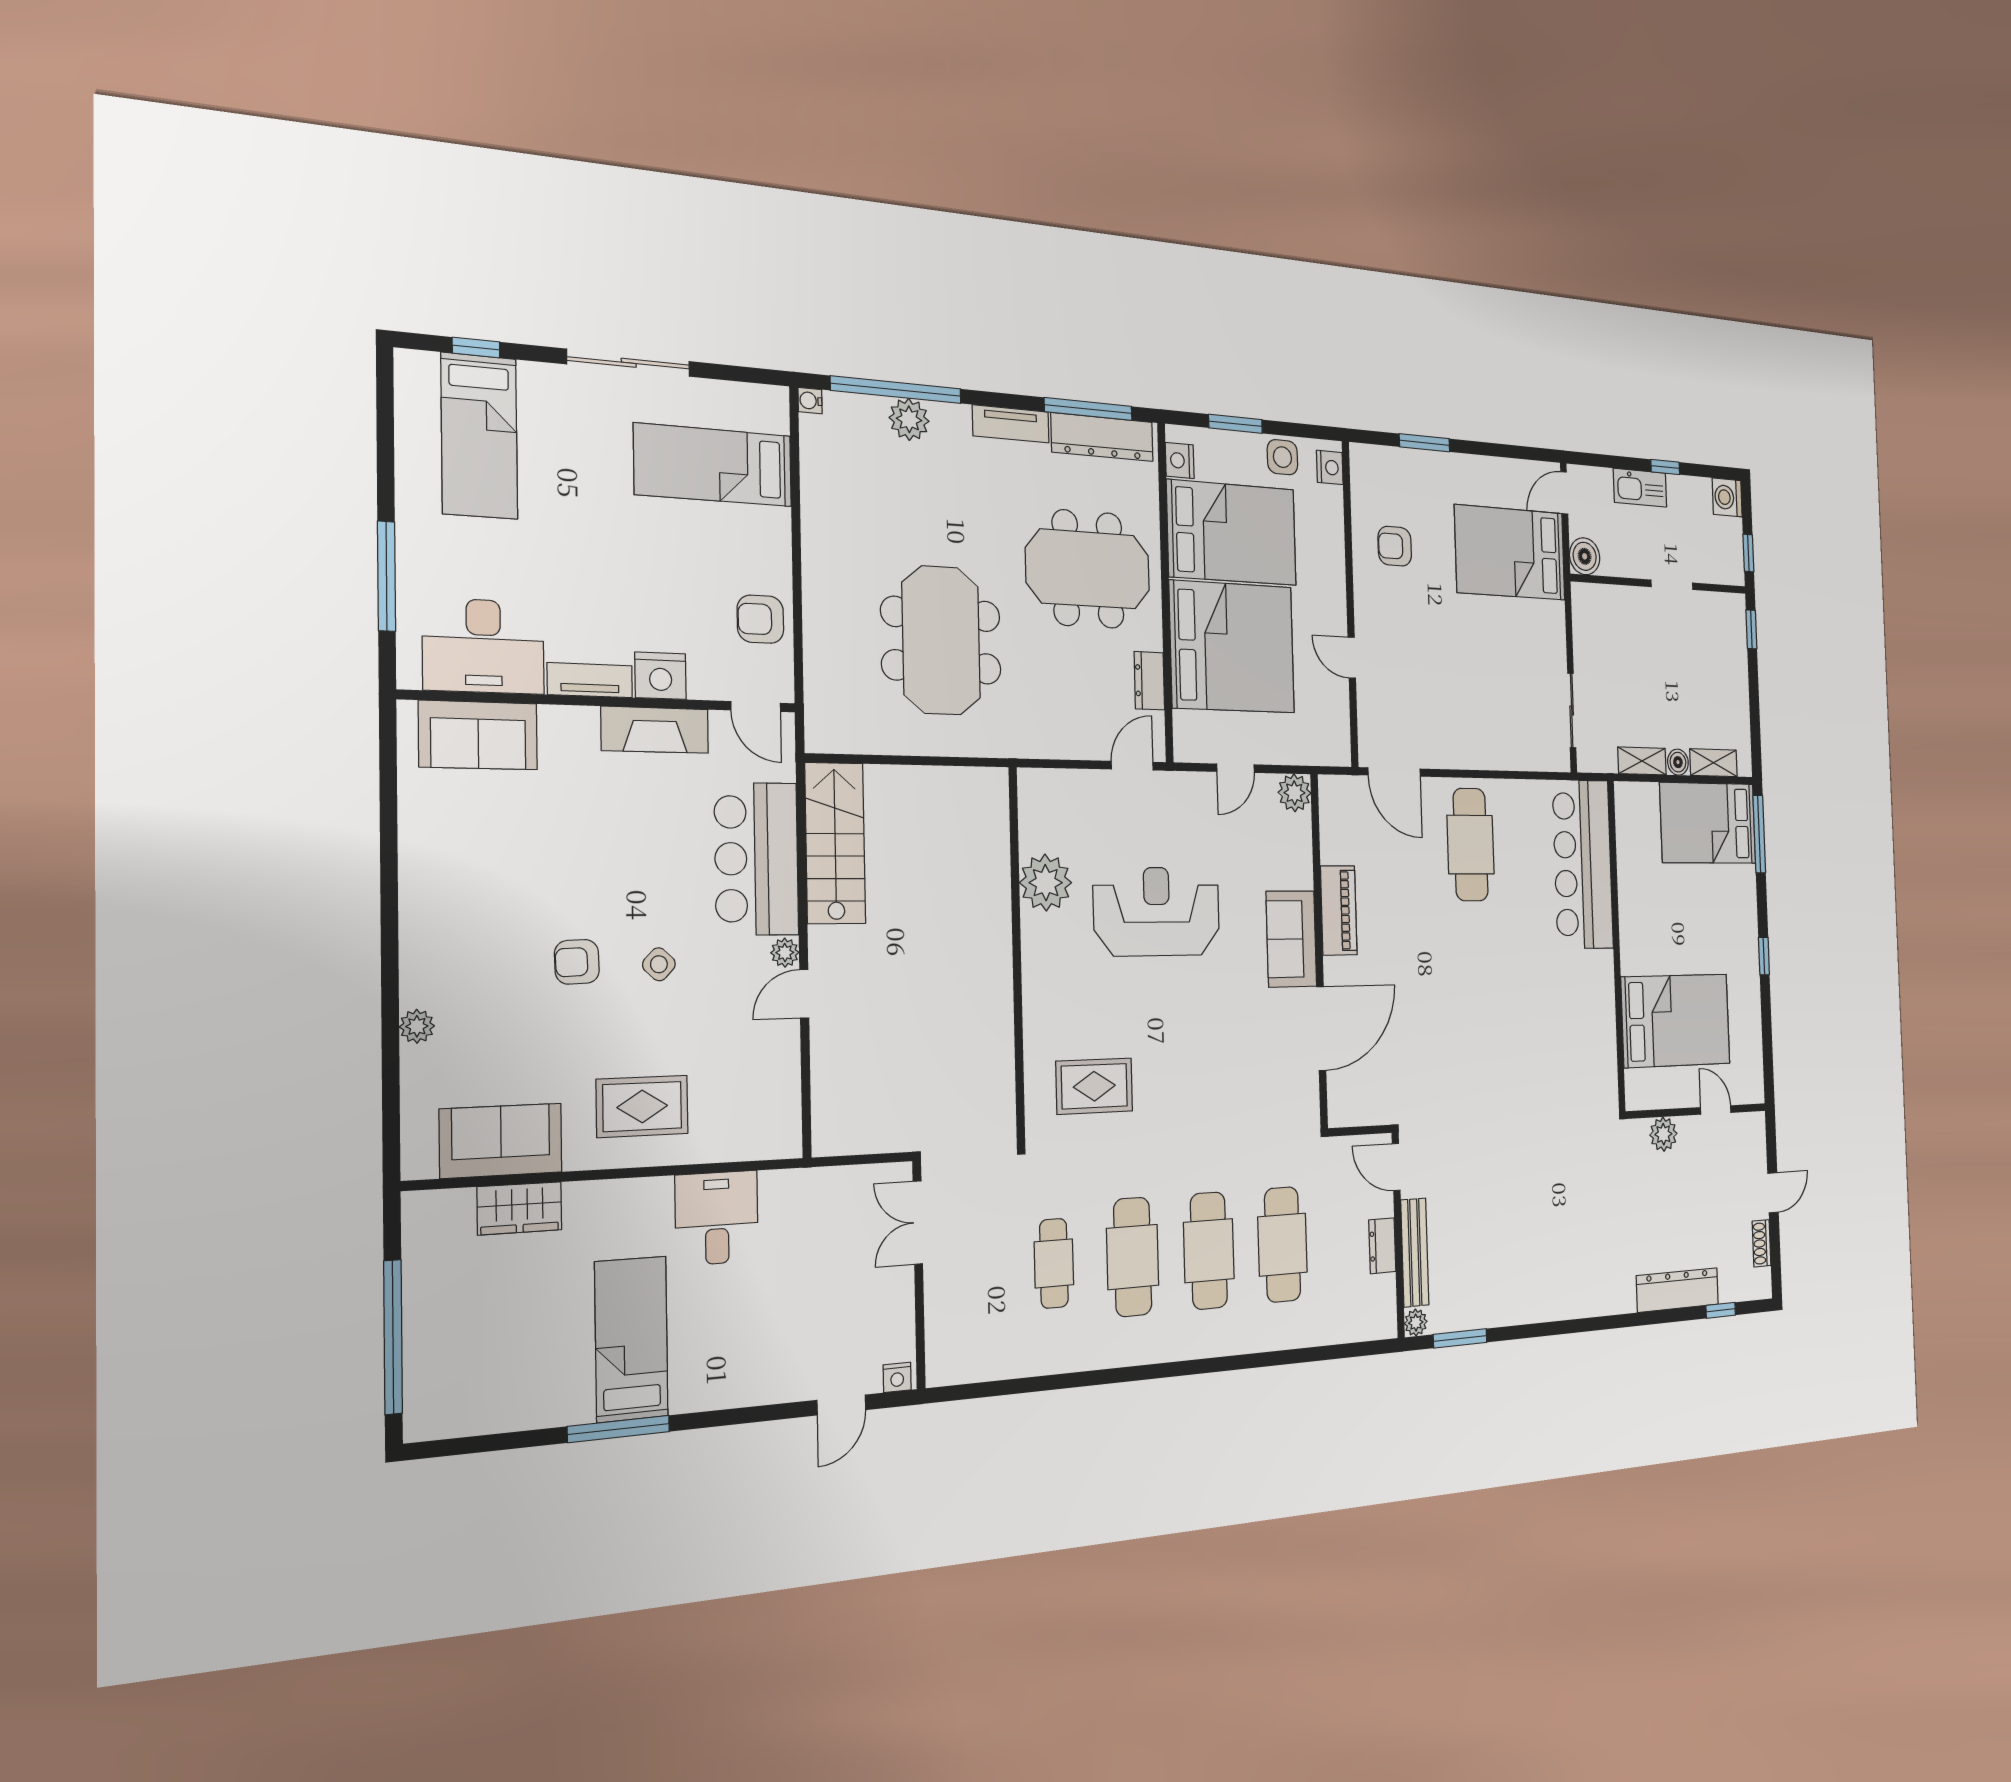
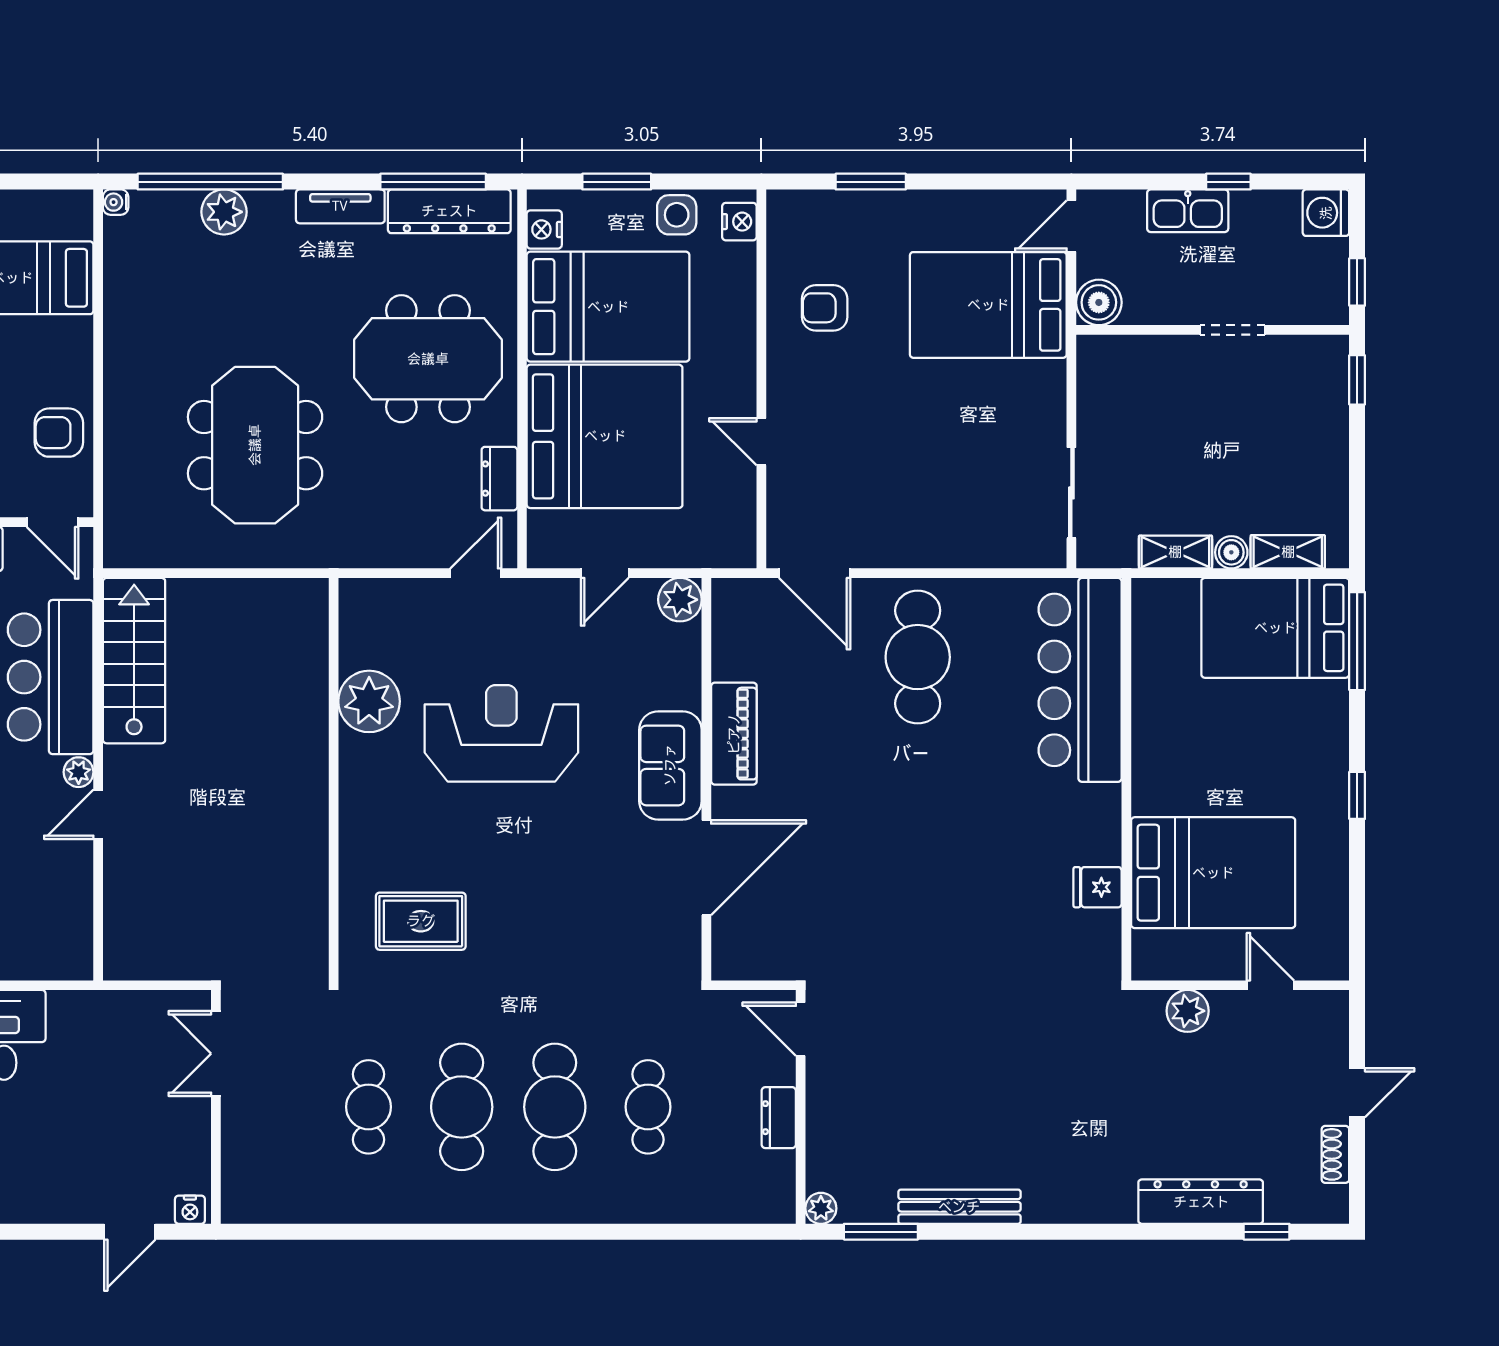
fridge: (1600, 1035) -> (1098, 887), added
cafe table: (1282, 1245) -> (648, 1107), width x0.73, depth x0.74
bench: (1415, 1252) -> (959, 1207), moved, turned 90

